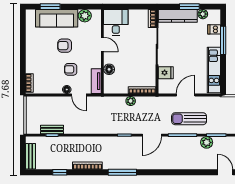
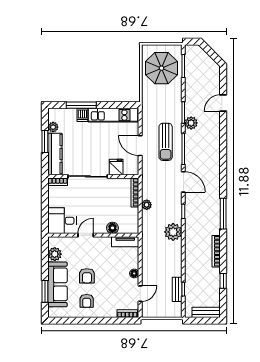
dishwasher: (214, 29) -> (82, 115), moved
armchair: (71, 69) -> (87, 301), moved
door: (79, 95) -> (140, 294), moved
plant: (105, 126) -> (173, 232), added

